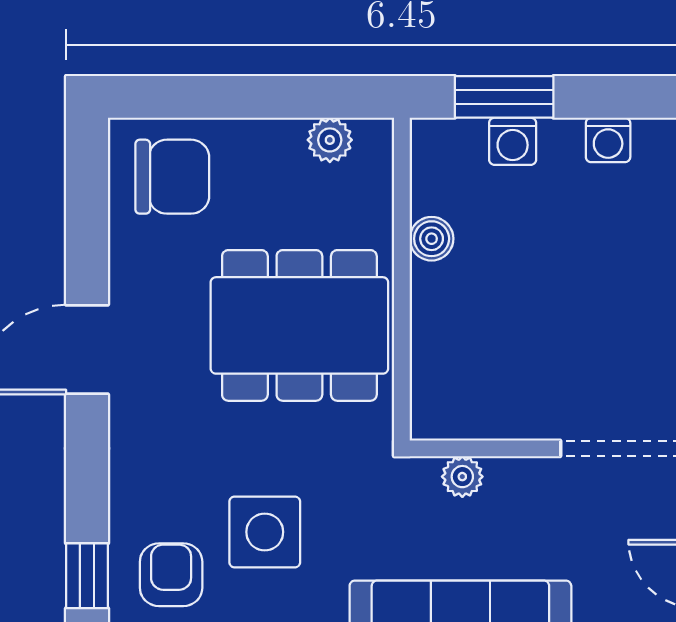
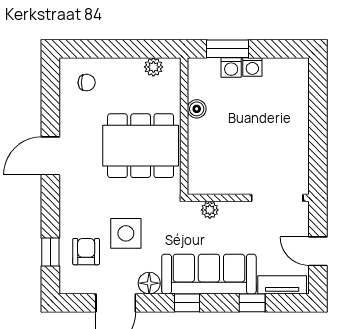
washing machine: (608, 140) -> (252, 67), moved
chair: (172, 177) -> (87, 83), width x0.54, depth x0.54

